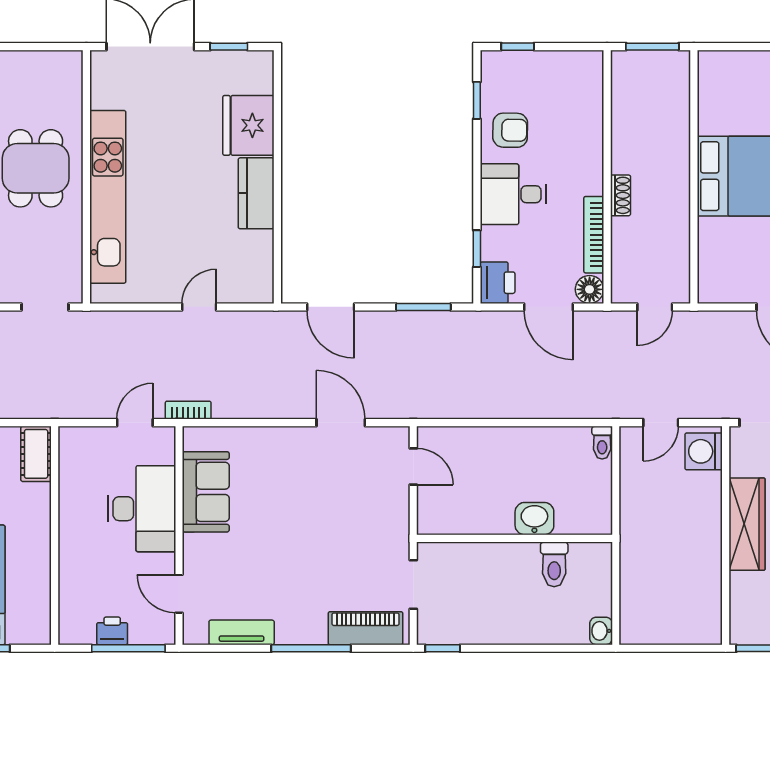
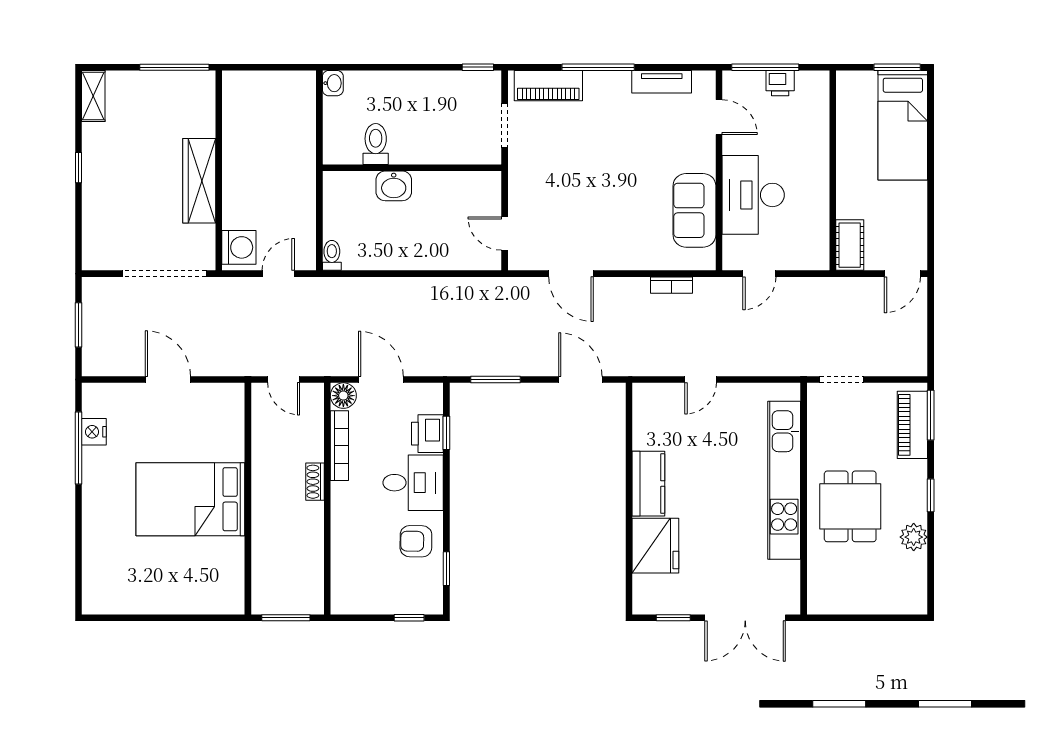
printer: (498, 283) -> (427, 434), moved
door: (655, 307) -> (284, 380), swing flipped
bookcase: (188, 410) -> (672, 285), moved

